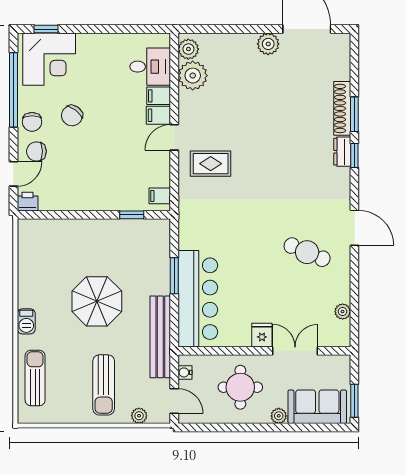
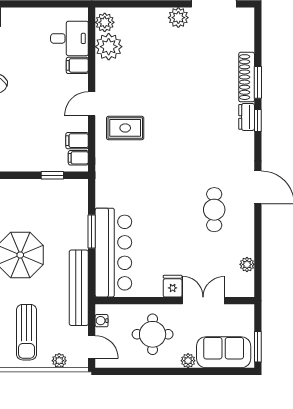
filing cabinet: (158, 115) -> (77, 141), moved
cafe table: (307, 252) -> (214, 210), turned 67

